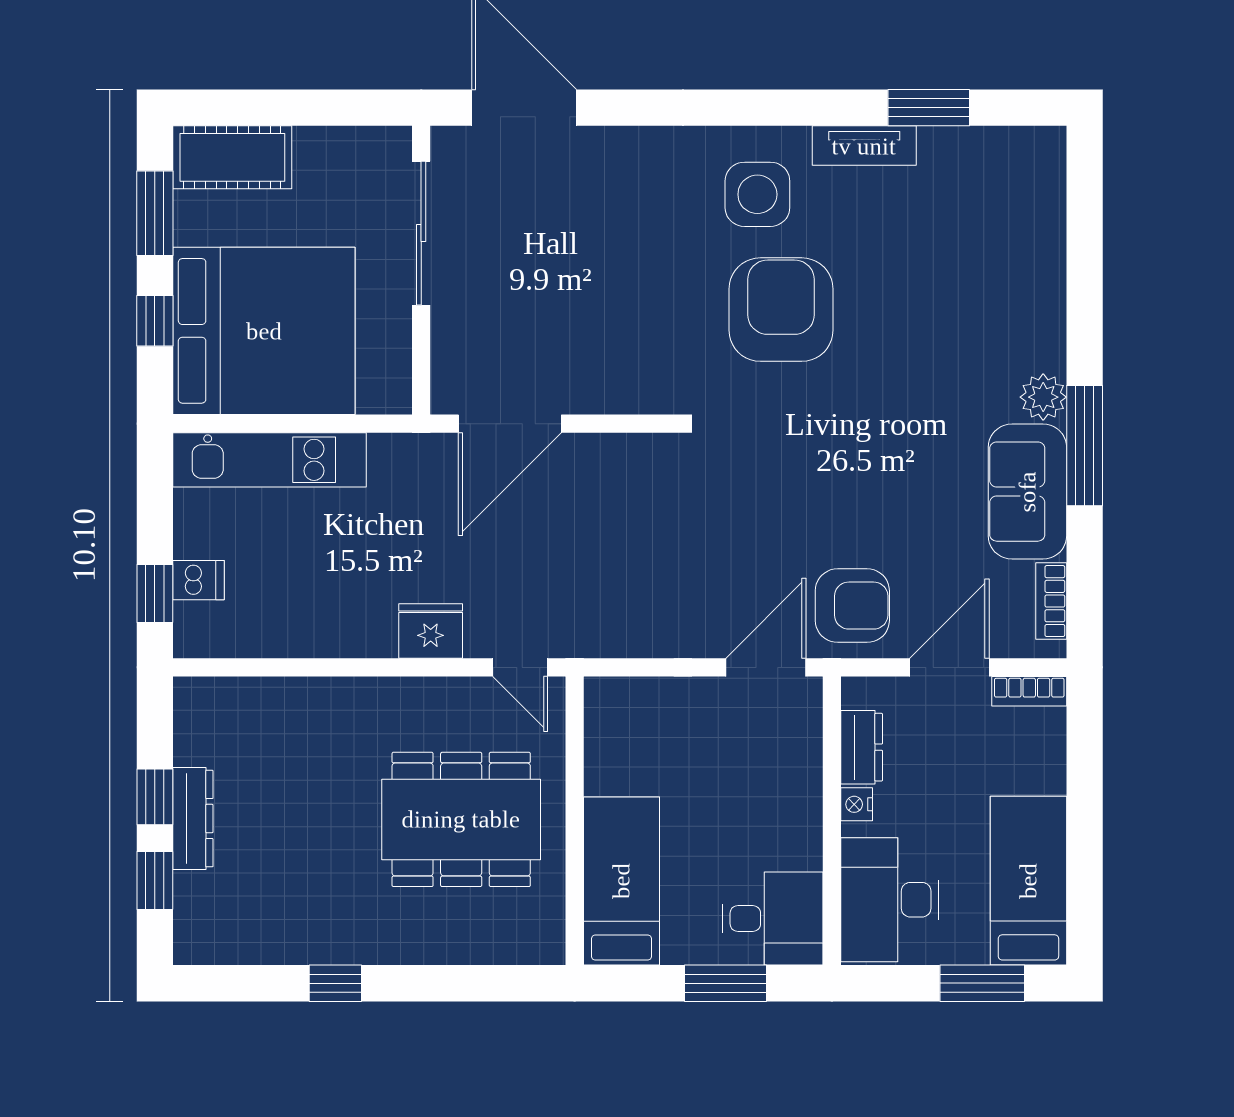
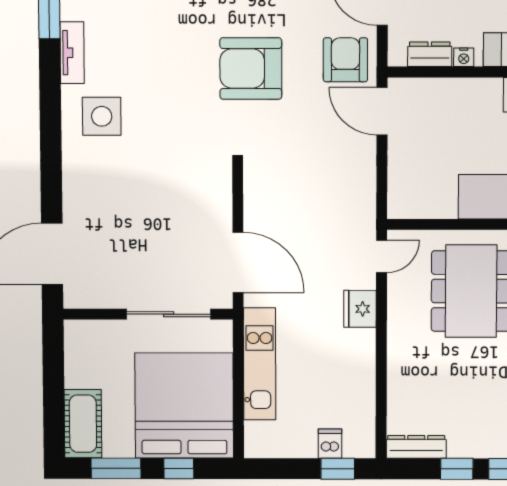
sliding door: (421, 233) -> (169, 314), moved
armchair: (781, 310) -> (251, 68), moved
kitchen unit: (270, 460) -> (260, 364), moved
dresser: (193, 819) -> (416, 447), moved

